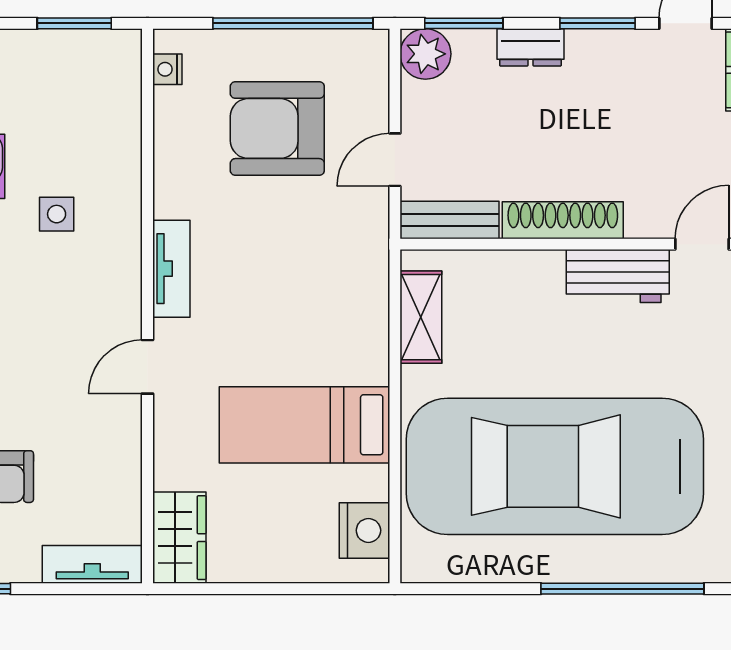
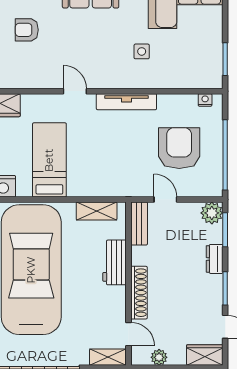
shoe rack: (563, 220) -> (139, 293), moved
tv unit: (171, 269) -> (126, 102), width x1.41
workbench: (618, 276) -> (115, 262), moved

